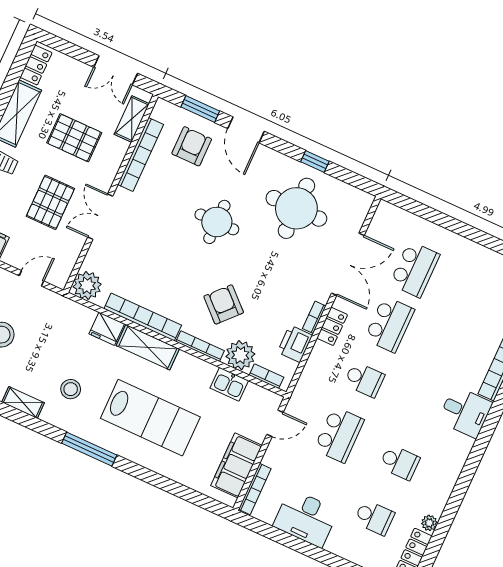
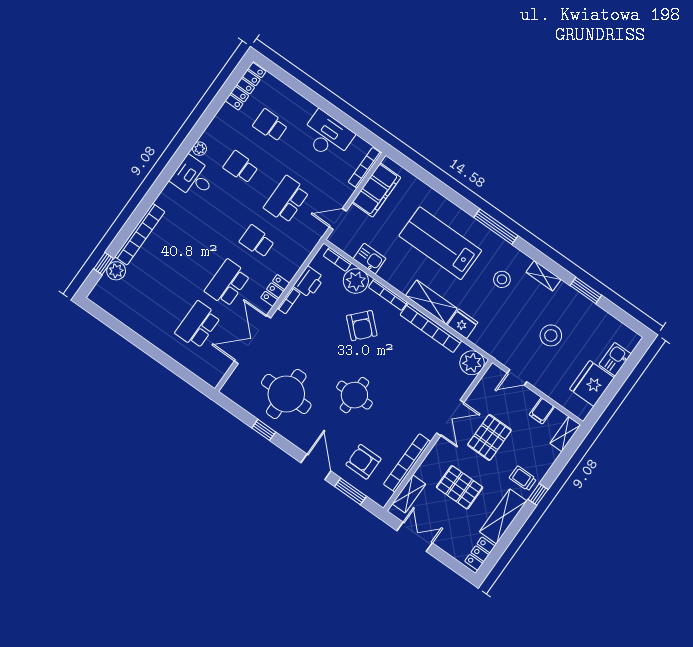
armchair: (192, 146) -> (363, 462), turned 90
desk: (465, 412) -> (193, 178), moved
plant: (429, 523) -> (200, 149), moved

